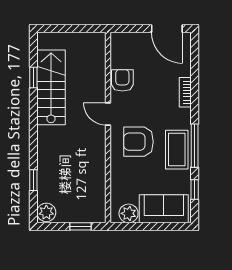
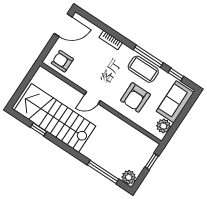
armchair: (122, 80) -> (62, 61), moved
stairs: (51, 87) -> (55, 118), width x1.36, depth x1.51
armchair: (139, 142) -> (135, 97), moved
window: (33, 180) -> (103, 172), width x2.17

